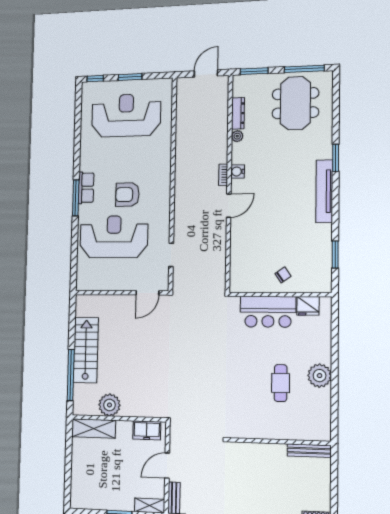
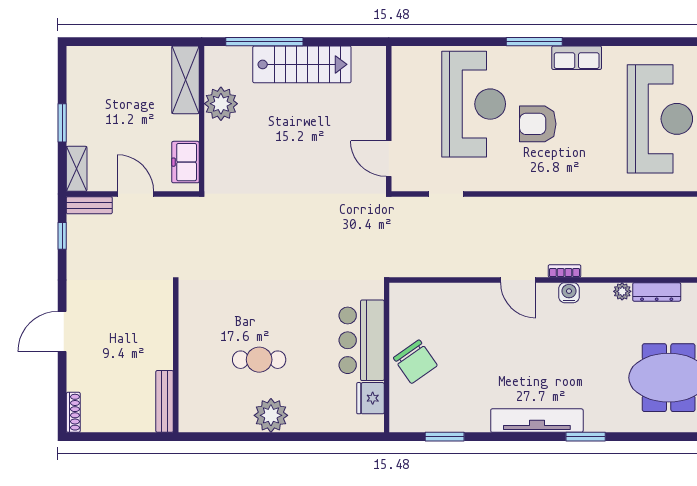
row of seats: (86, 188) -> (577, 58), moved
armchair: (127, 195) -> (538, 124), turned -90
chair: (283, 275) -> (415, 362), width x1.87, depth x1.87

